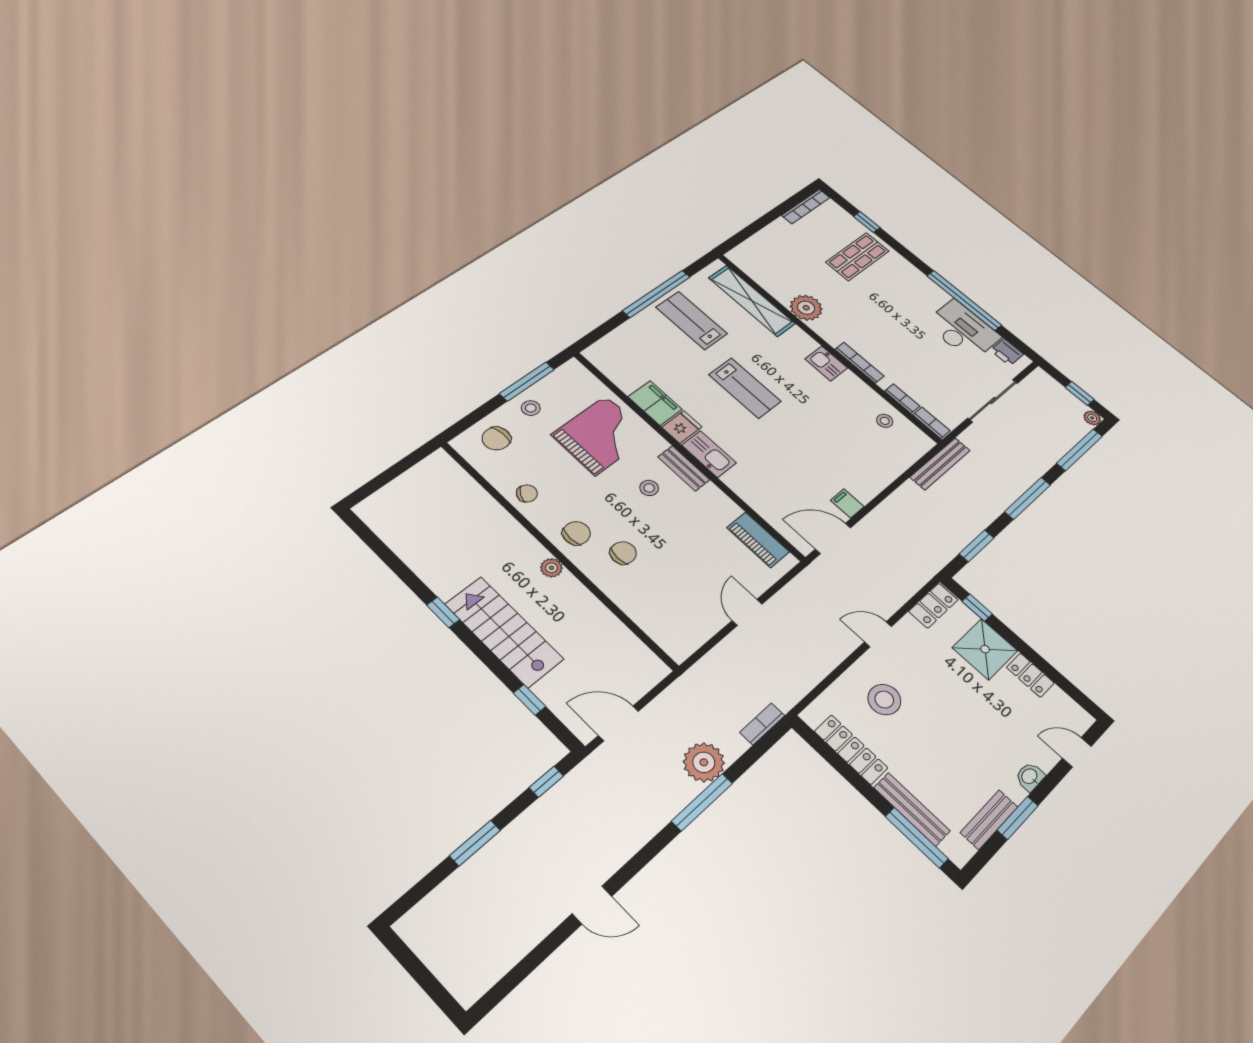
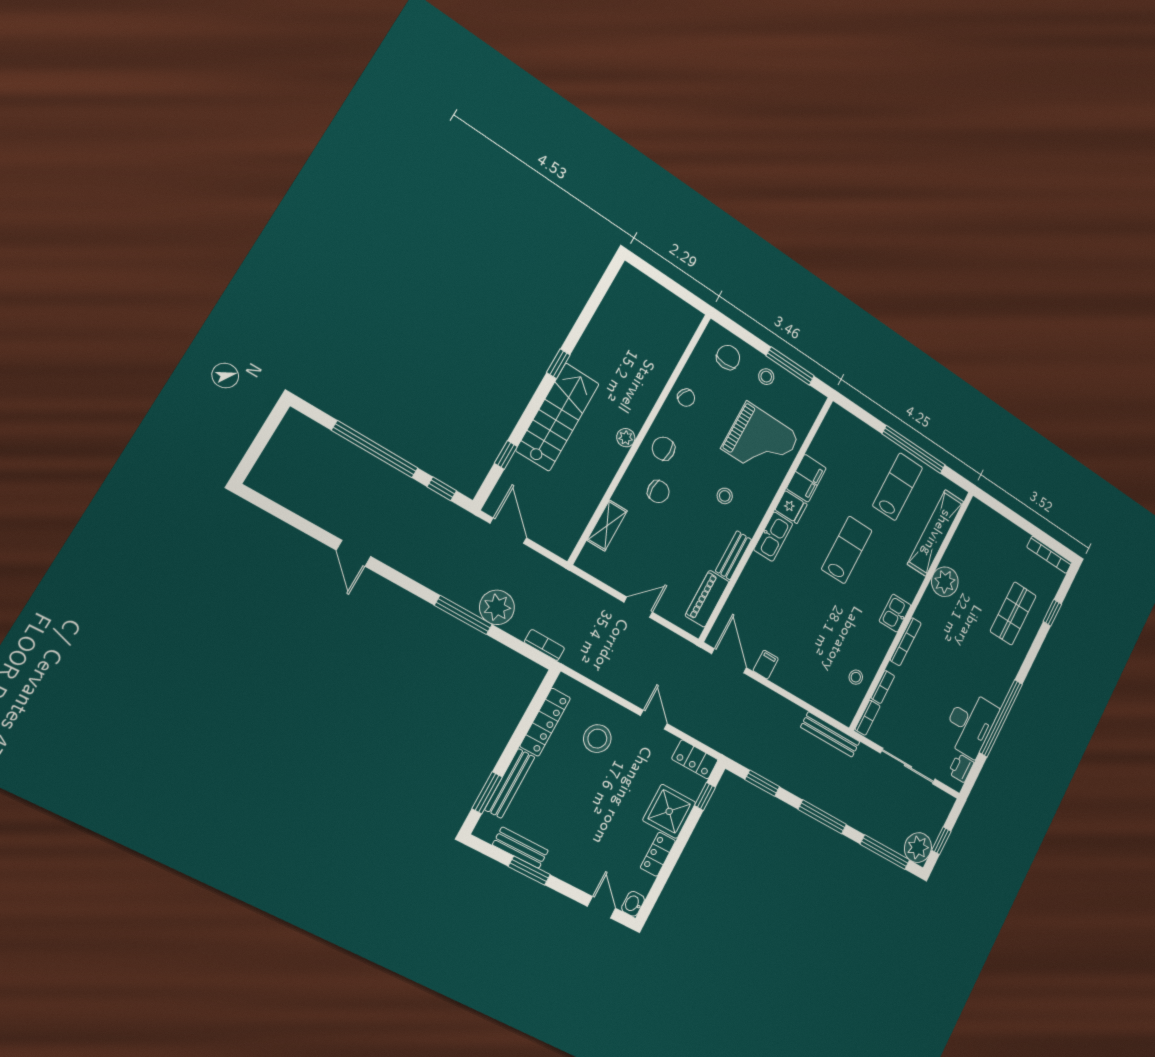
shop shelf: (857, 257) -> (1013, 613), turned 90
lab bench: (745, 388) -> (847, 550), turned 180
plant: (1092, 418) -> (918, 848), width x1.88, depth x1.88
chair: (496, 438) -> (728, 357), turned 95
bench: (684, 468) -> (733, 555), moved
chair: (576, 533) -> (663, 449), turned 180
shelving: (645, 617) -> (607, 526), added
washbasin: (1030, 777) -> (633, 904), moved, turned -90
window: (917, 838) -> (487, 793), width x0.69
window: (475, 843) -> (375, 449), width x2.11

